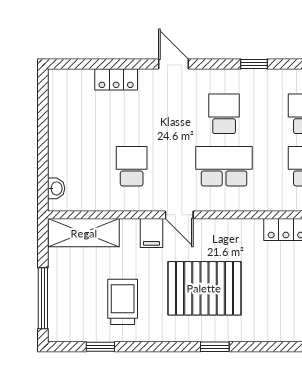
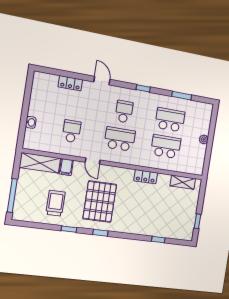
washbasin: (56, 188) -> (31, 122), moved
filing cabinet: (151, 233) -> (66, 167), moved
pallet: (204, 288) -> (100, 202), turned 90
window: (100, 347) -> (69, 229), moved

